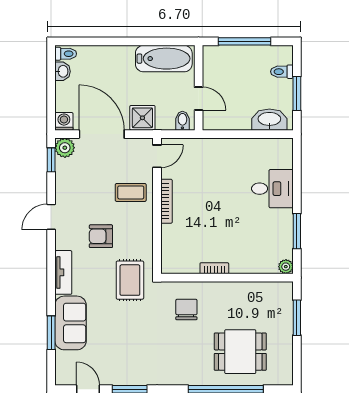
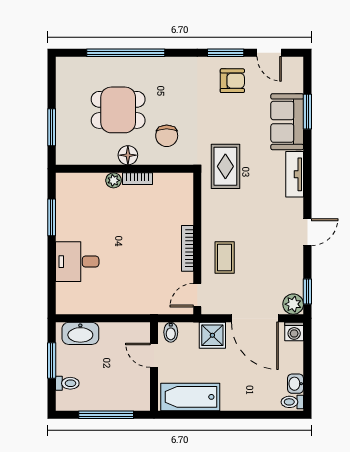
coffee table: (131, 192) -> (225, 258), turned 90
armchair: (101, 236) -> (232, 81), moved
plant: (286, 267) -> (114, 180), moved
floor lamp: (224, 291) -> (128, 155), added
dining table: (240, 352) -> (118, 110), moved

